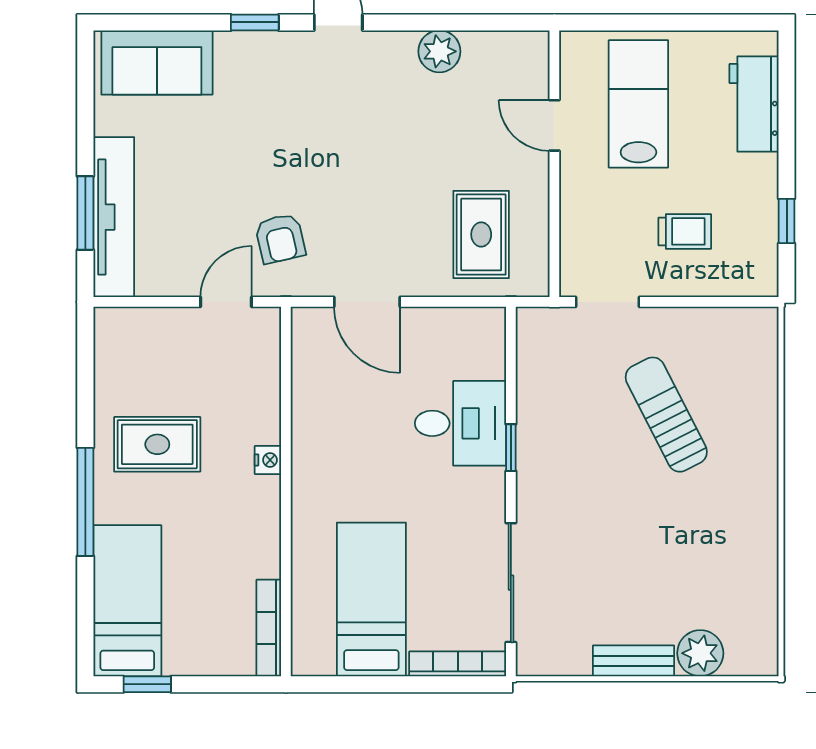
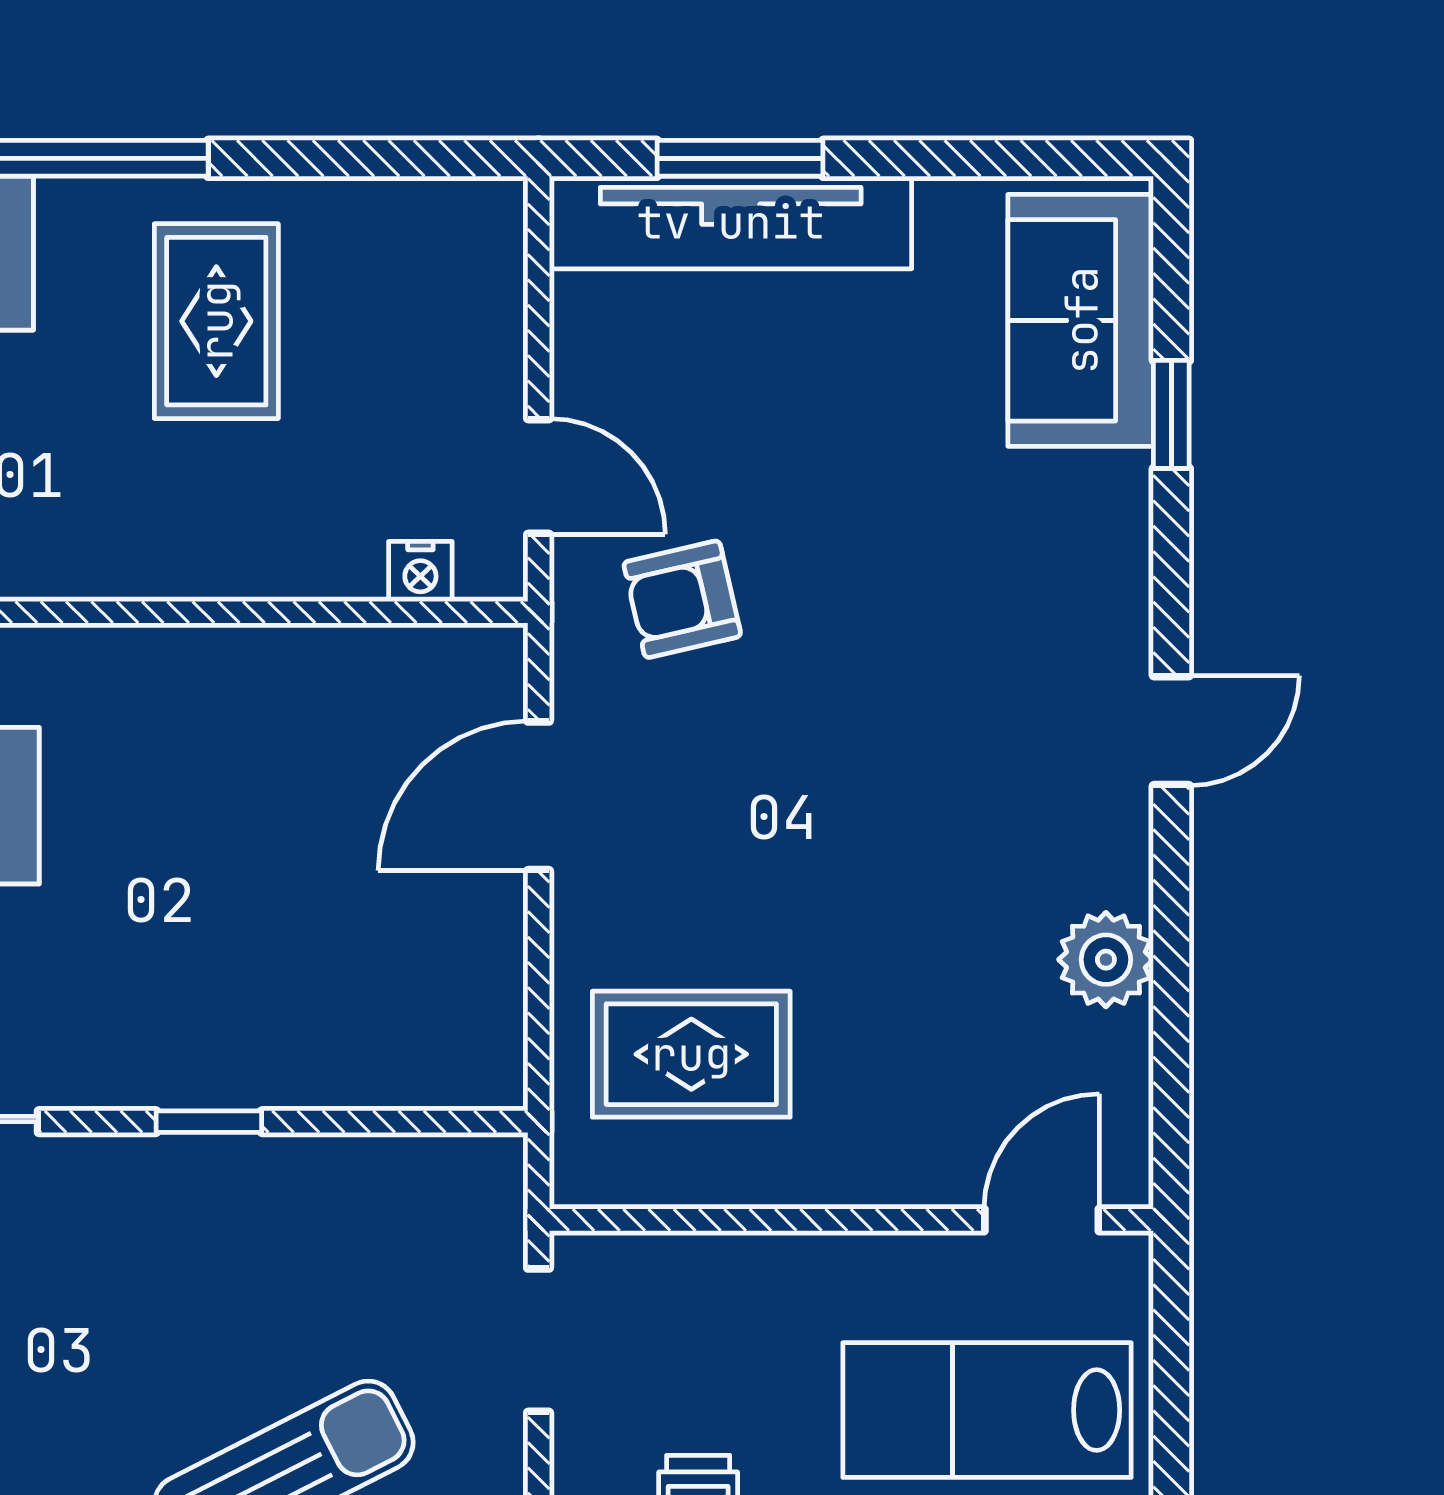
window: (255, 22) -> (1171, 414), moved
lab bench: (638, 104) -> (987, 1410), turned 180
door: (554, 125) -> (1042, 1220), moved
desk: (461, 423) -> (264, 1007), removed
nightstand: (268, 460) -> (420, 571), moved

